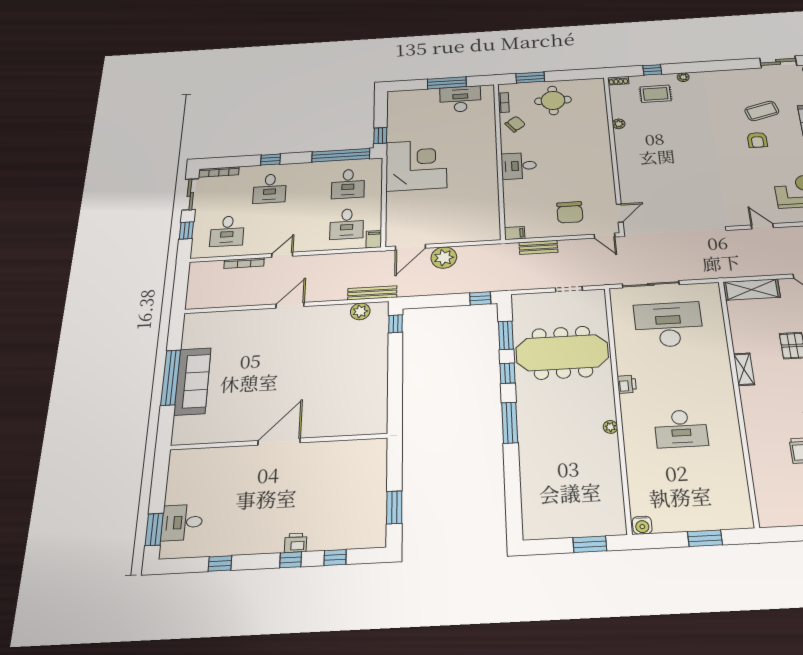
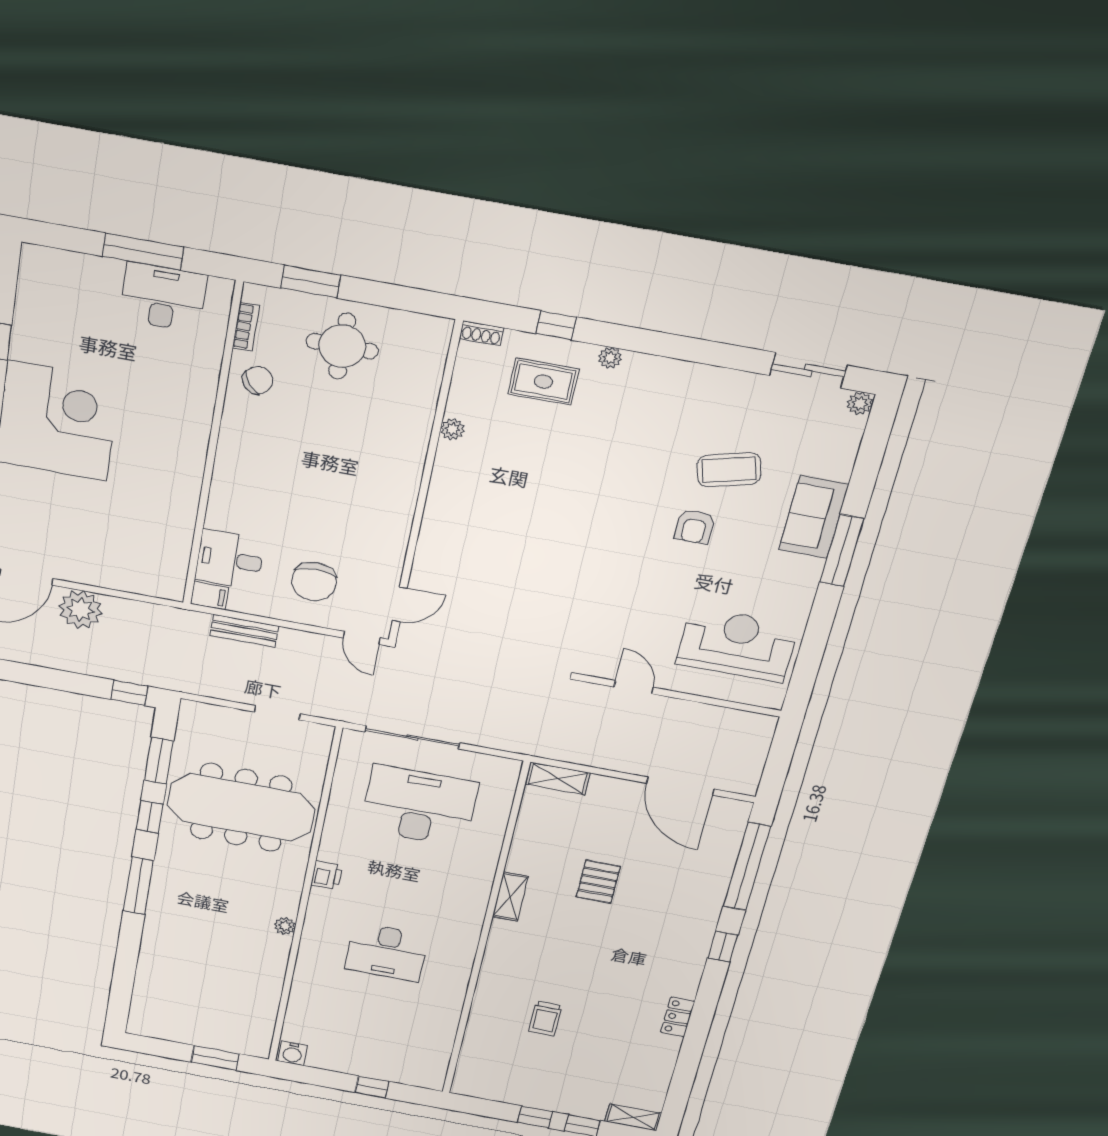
desk: (519, 166) -> (230, 559), moved
shelving: (752, 290) -> (558, 778), width x0.67, depth x0.75
window: (705, 538) -> (372, 1087), width x0.67

